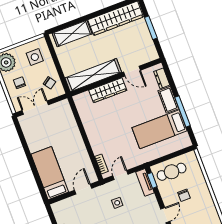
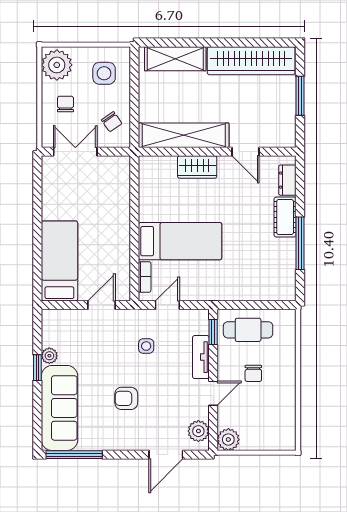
wardrobe: (108, 90) -> (197, 167), width x0.67
bed: (160, 129) -> (180, 241), moved, turned 180
tv unit: (145, 182) -> (201, 357), moved

